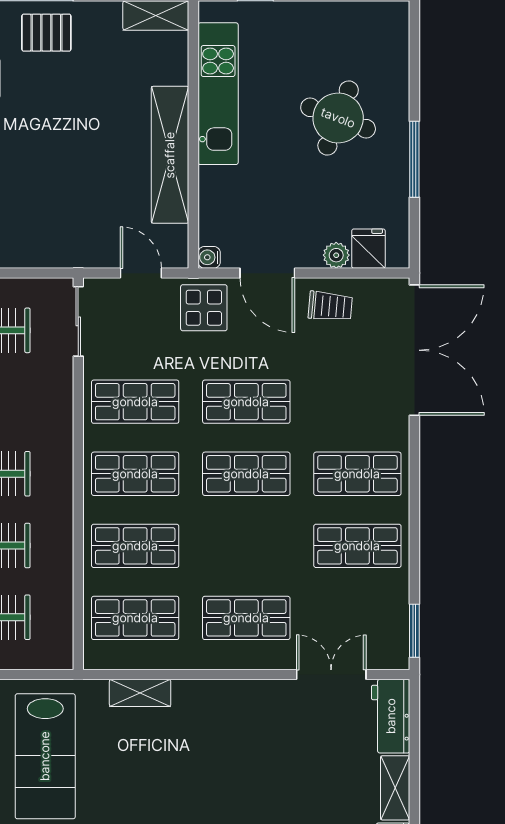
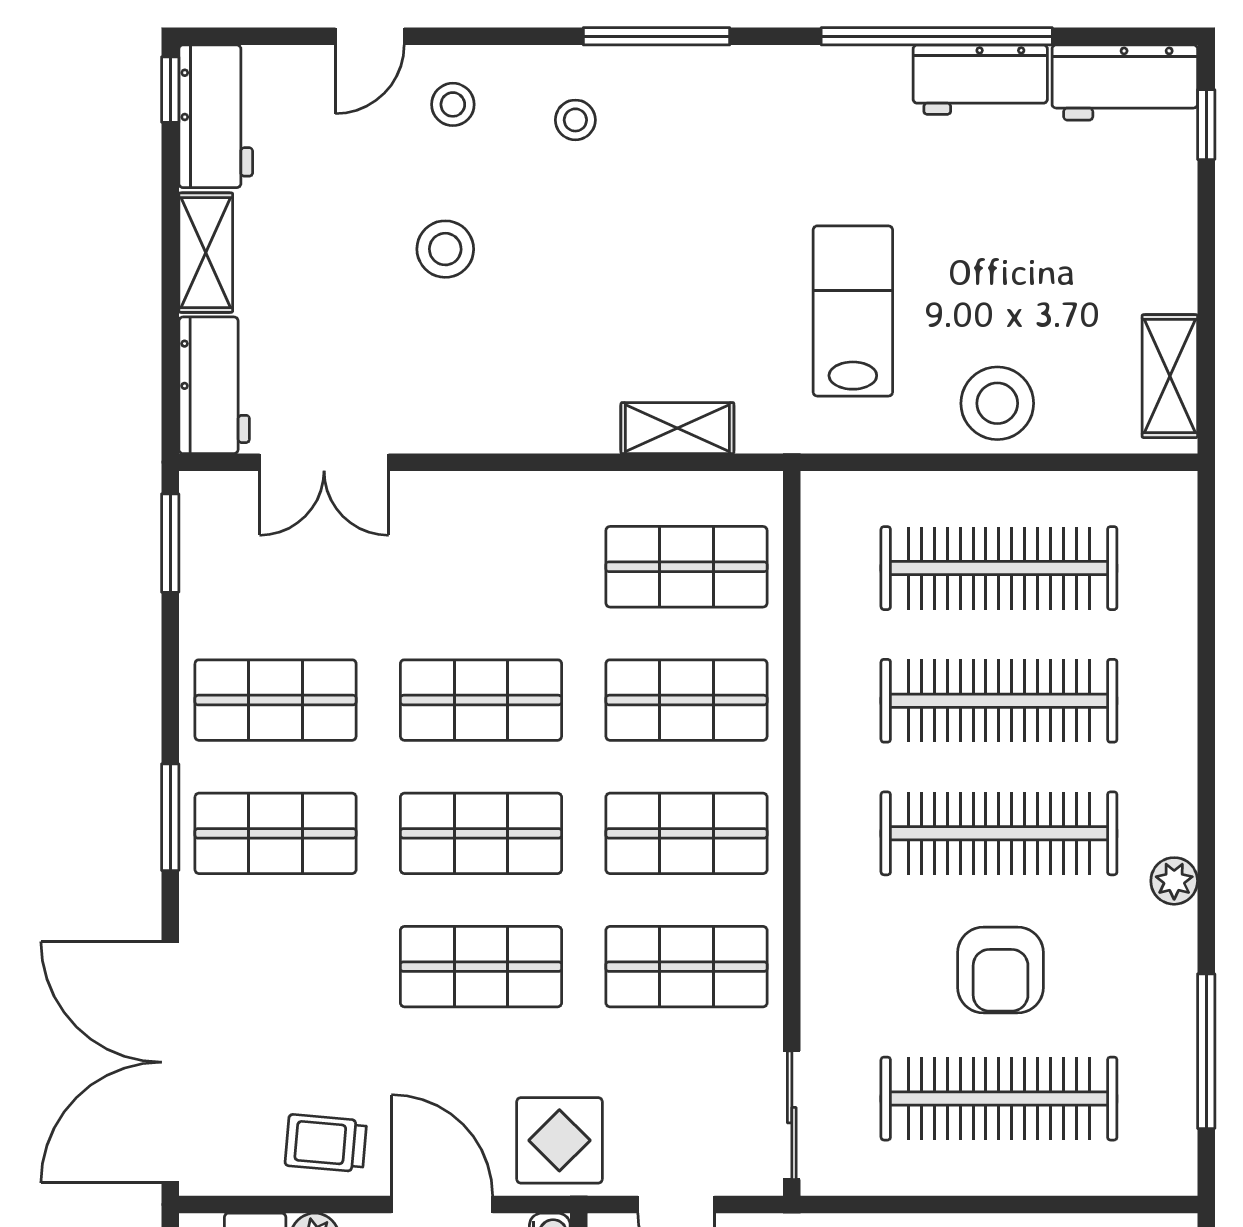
window: (414, 483) -> (170, 817), added
shop shelf: (246, 618) -> (481, 700), moved
lab bench: (45, 756) -> (853, 311), width x0.73, depth x0.72
stool: (266, 790) -> (445, 249), added

